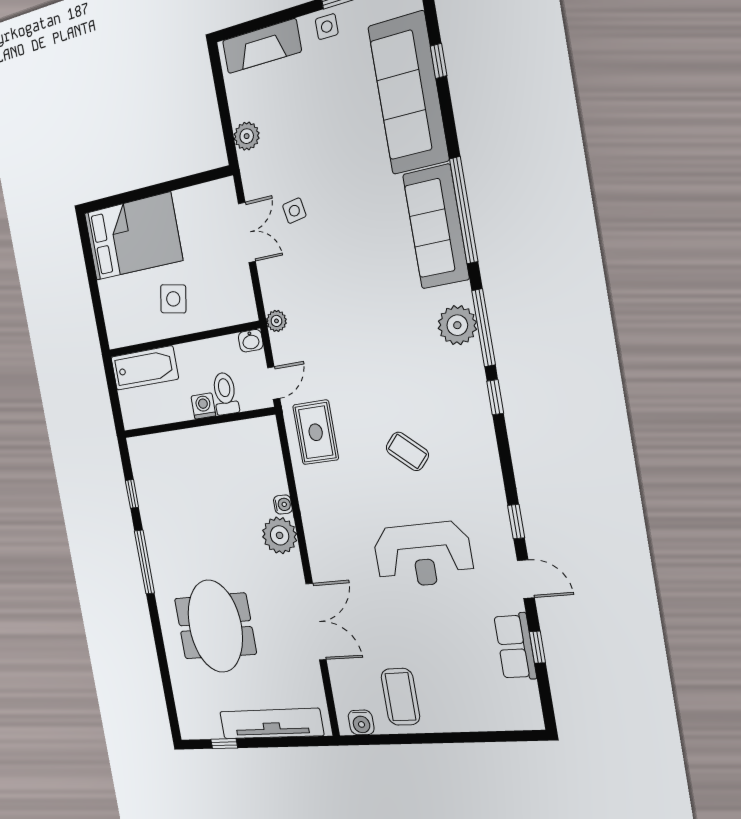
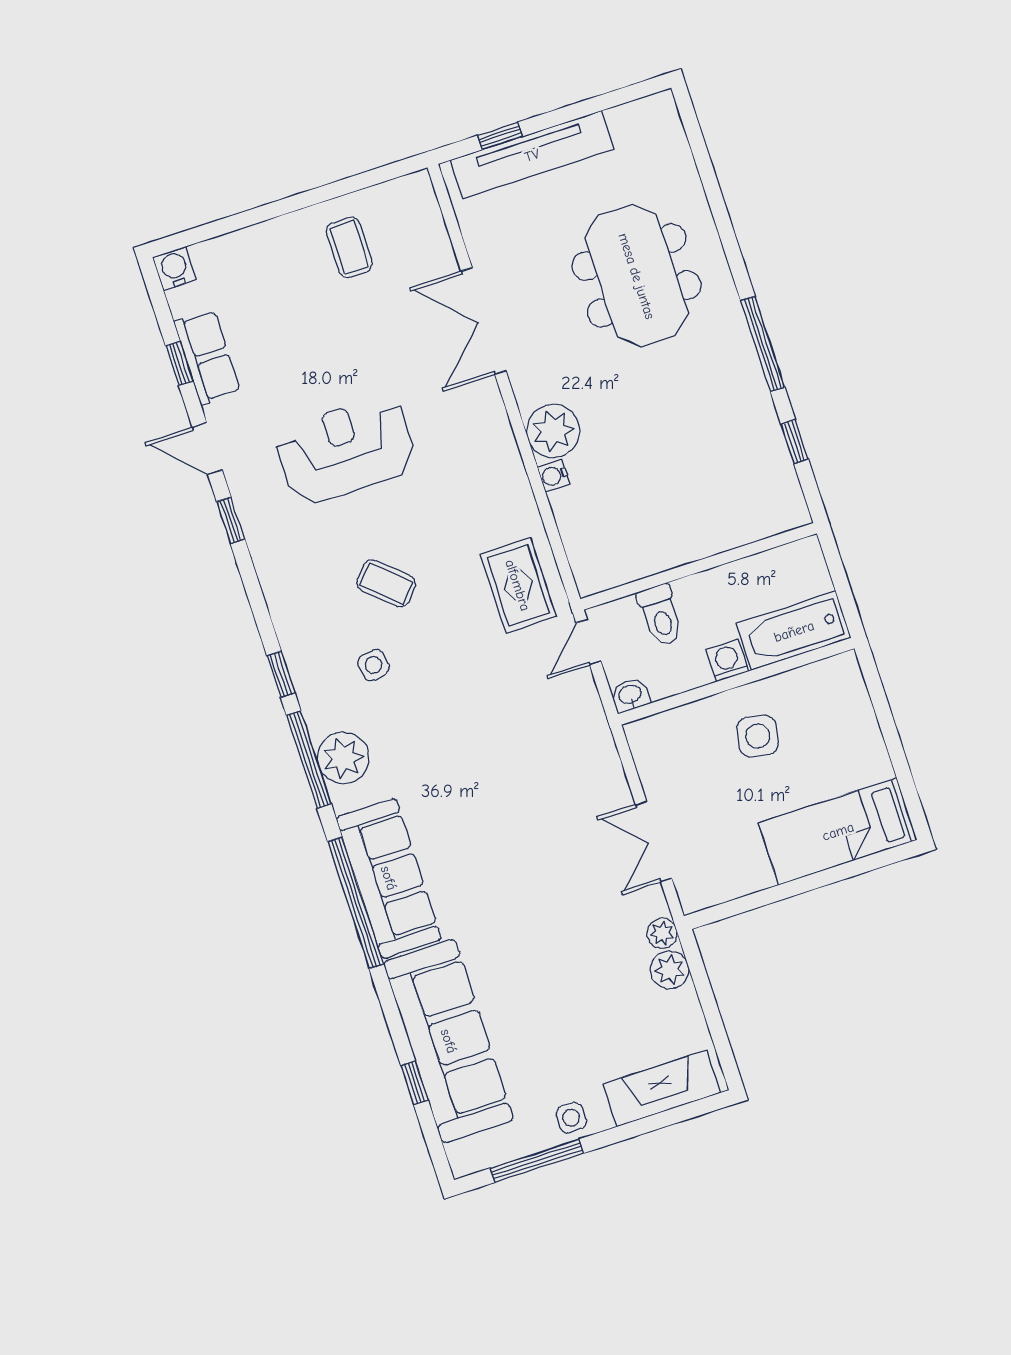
side table: (294, 211) -> (373, 665), moved
bed: (133, 237) -> (838, 831), width x0.67
plant: (276, 321) -> (662, 933), moved
washing machine: (203, 406) -> (727, 661), moved, turned 180
coffee table: (400, 697) -> (349, 247), width x0.73, depth x0.77
water cooler: (361, 722) -> (175, 269), moved
window: (224, 744) -> (500, 136), moved

